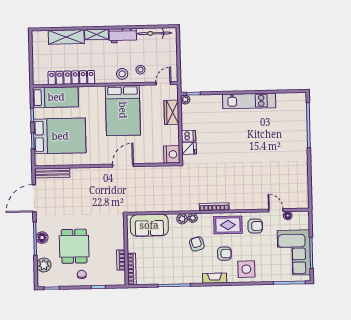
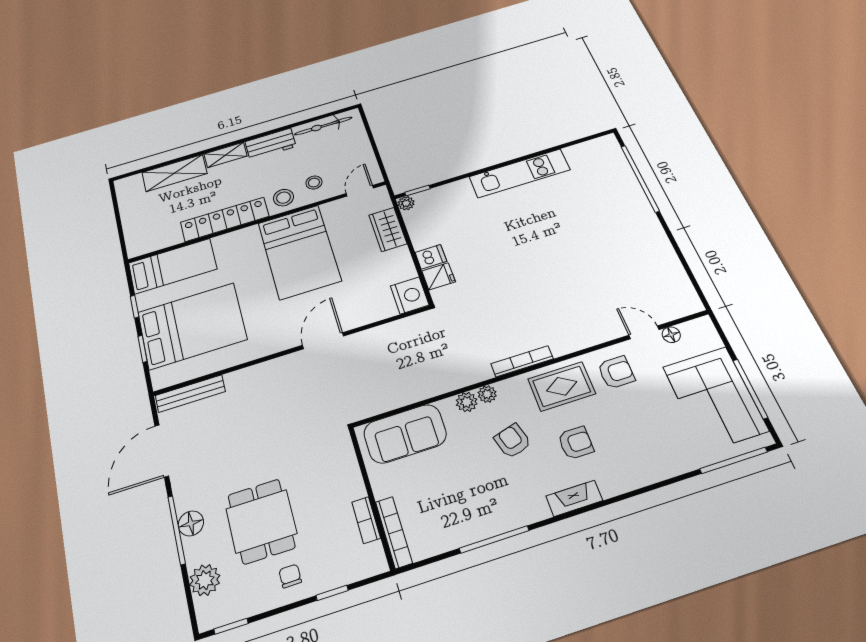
locker: (71, 78) -> (225, 219), moved
side table: (246, 269) -> (633, 460), removed

